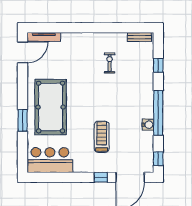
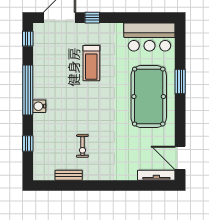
bench: (139, 37) -> (69, 175), moved
door: (23, 52) -> (180, 158), hinge flipped
water cooler: (148, 125) -> (39, 106), moved

